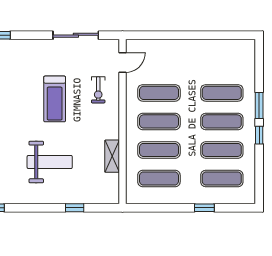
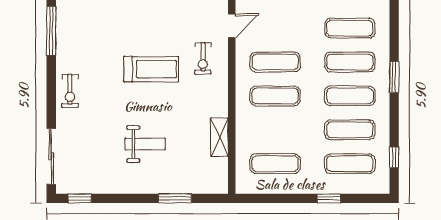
treadmill: (55, 99) -> (151, 69), turned -90
window: (259, 135) -> (394, 157), moved
exercise mat: (159, 150) -> (350, 28), moved
weight bench: (50, 162) -> (145, 144), width x0.73, depth x0.75
window: (75, 208) -> (175, 198), width x1.50

